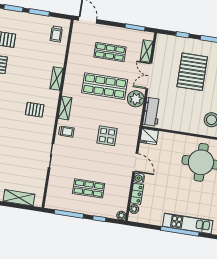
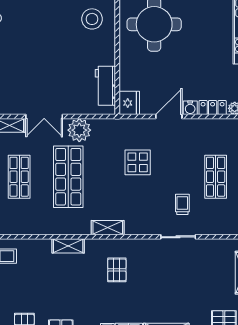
pallet: (192, 72) -> (29, 57), removed
workbench: (152, 112) -> (105, 86), moved, turned -90
trolley: (66, 132) -> (182, 204), moved

